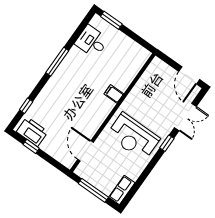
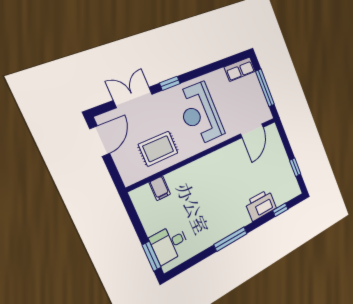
desk: (92, 42) -> (170, 244), moved, turned 90
filing cabinet: (114, 94) -> (160, 188), moved
rug: (149, 94) -> (158, 149), added
printer: (32, 132) -> (261, 205), moved, turned 90
reception desk: (133, 137) -> (200, 114), turned 180

